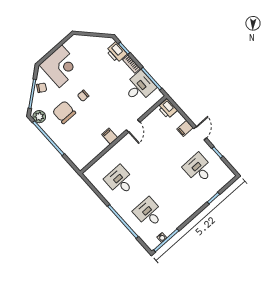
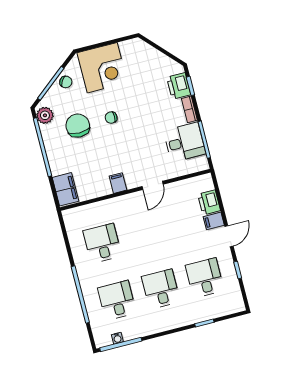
printer: (168, 109) -> (209, 202), moved
filing cabinet: (78, 158) -> (66, 189), added
desk: (174, 191) -> (161, 289), added

